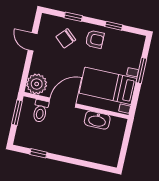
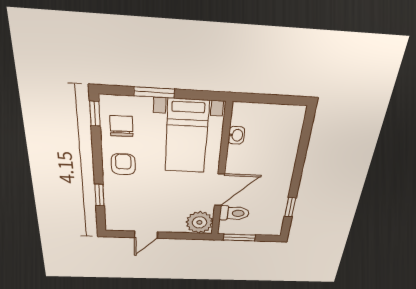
window: (114, 26) -> (95, 114), moved
chair: (66, 38) -> (121, 126), moved, turned -133
door: (63, 103) -> (220, 190), swing flipped
washbasin: (97, 120) -> (236, 135), width x0.52, depth x0.69

